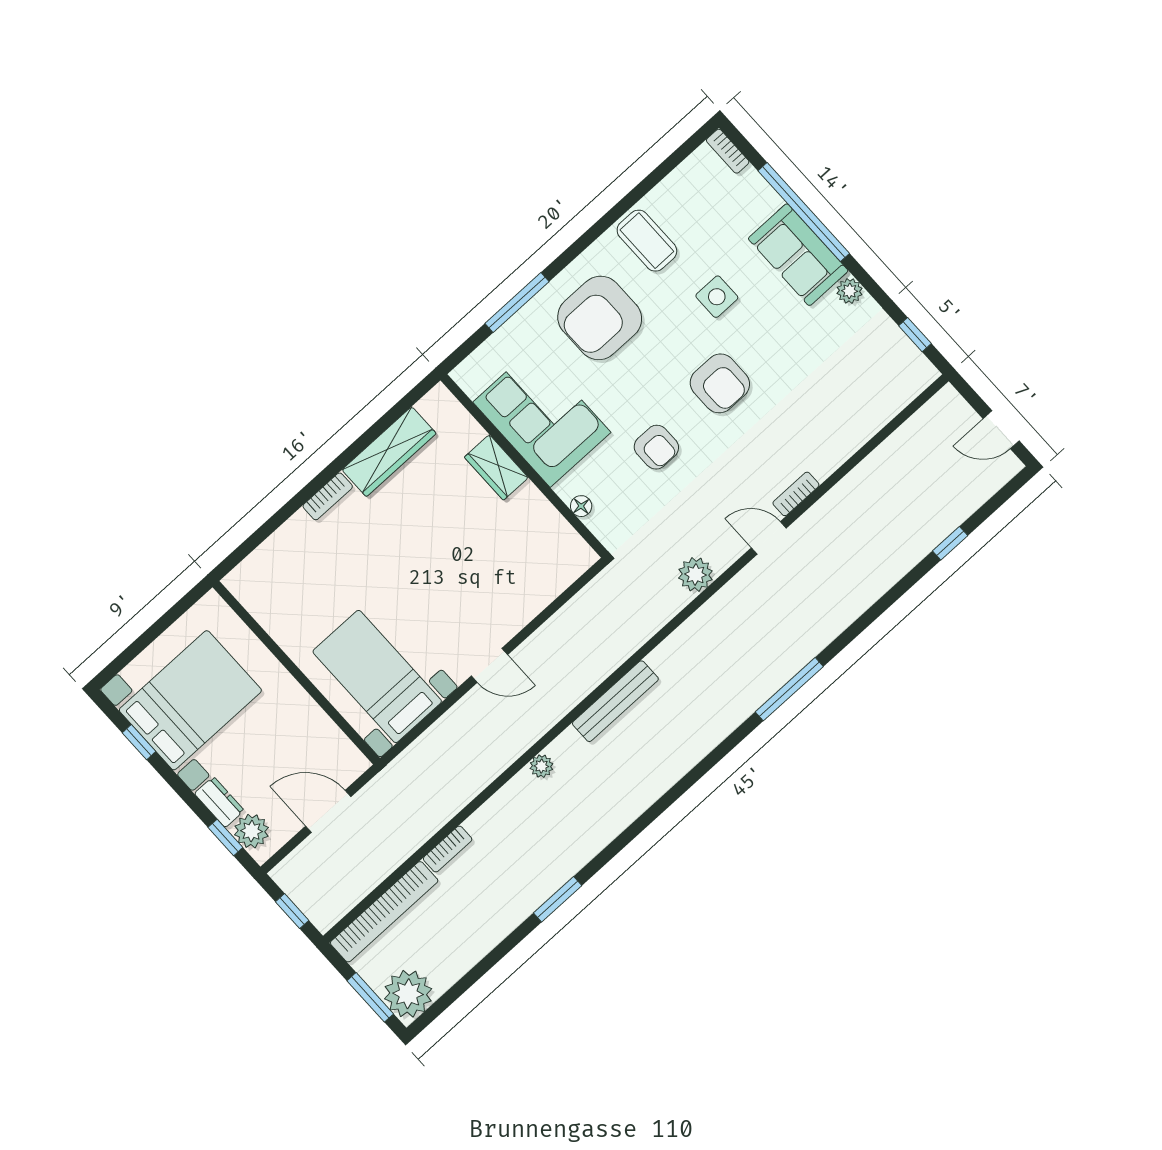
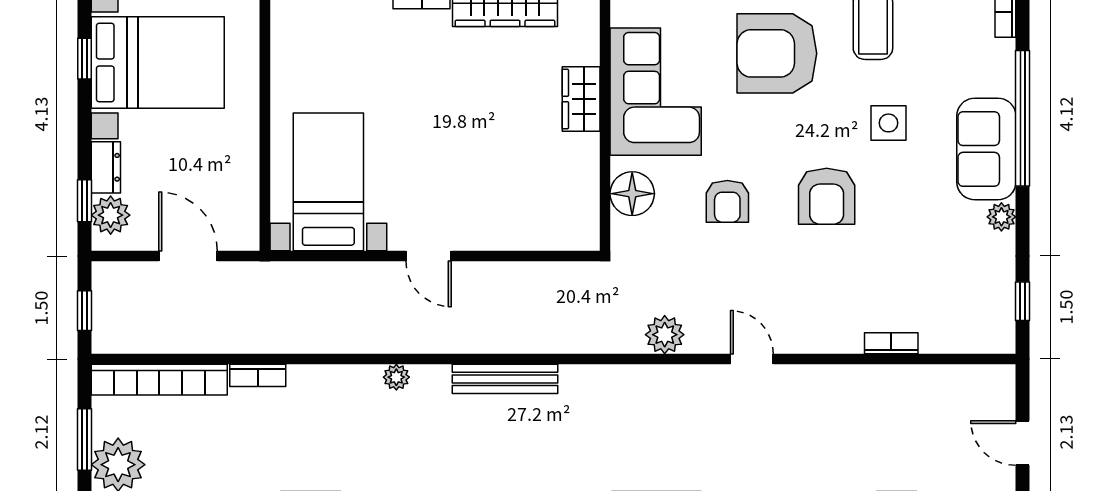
bookcase: (796, 494) -> (891, 343), moved
floor lamp: (581, 506) -> (632, 194), width x1.89, depth x1.89

